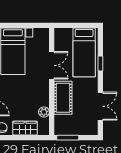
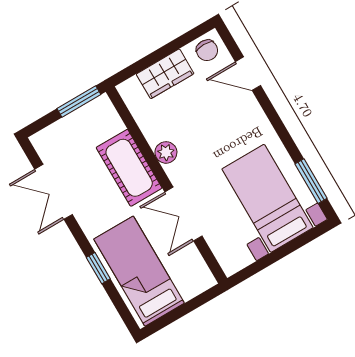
plant: (44, 112) -> (166, 152), moved

